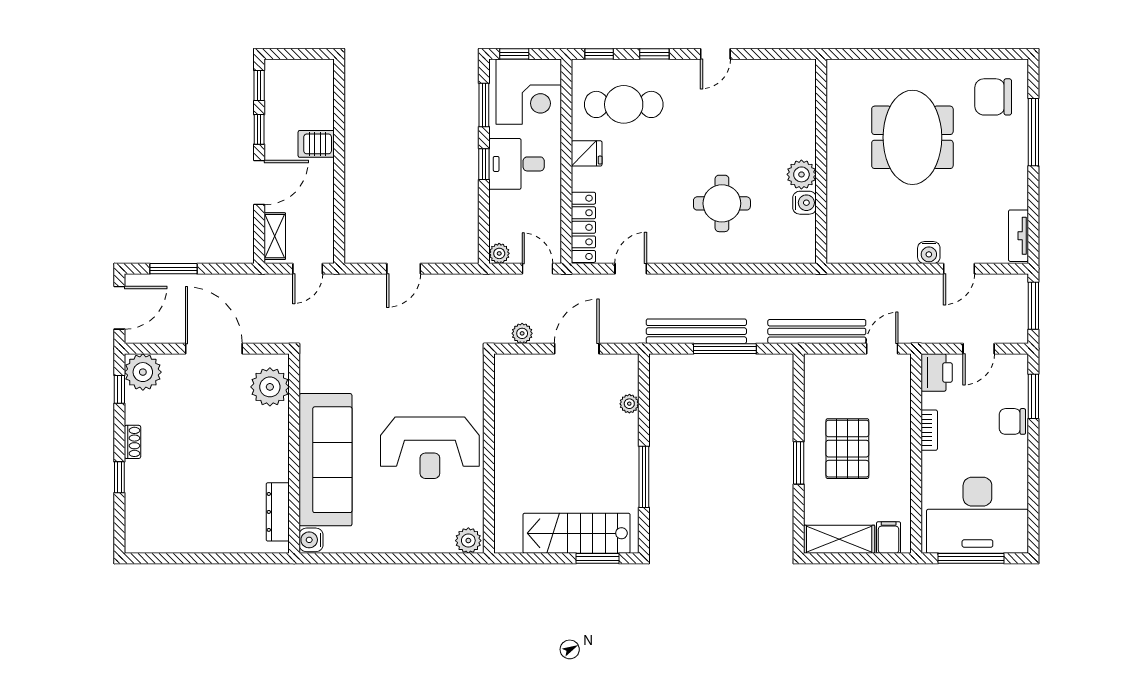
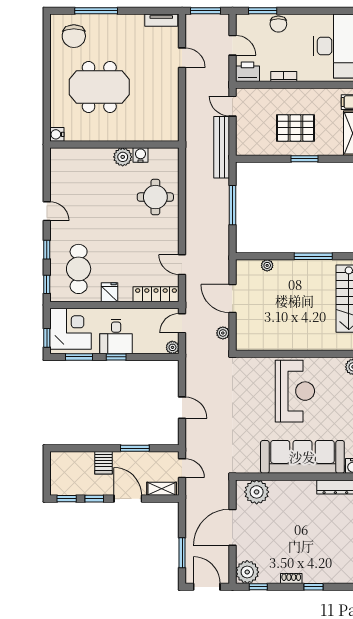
window: (339, 194) -> (135, 448), added
round table: (722, 203) -> (155, 197), moved
water cooler: (929, 253) -> (57, 134), moved, turned 180
bench: (696, 331) -> (221, 223), removed

